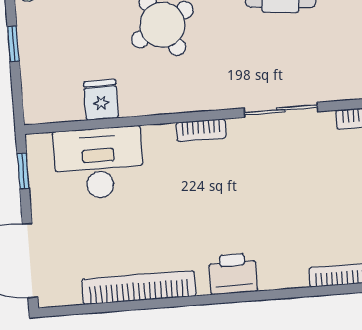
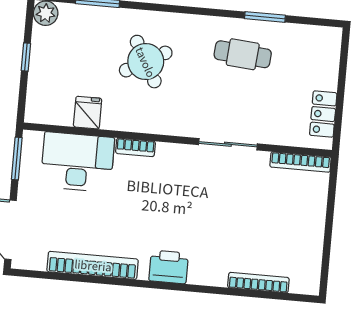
bookcase: (201, 130) -> (135, 147), moved
window: (23, 171) -> (17, 158), width x1.50

